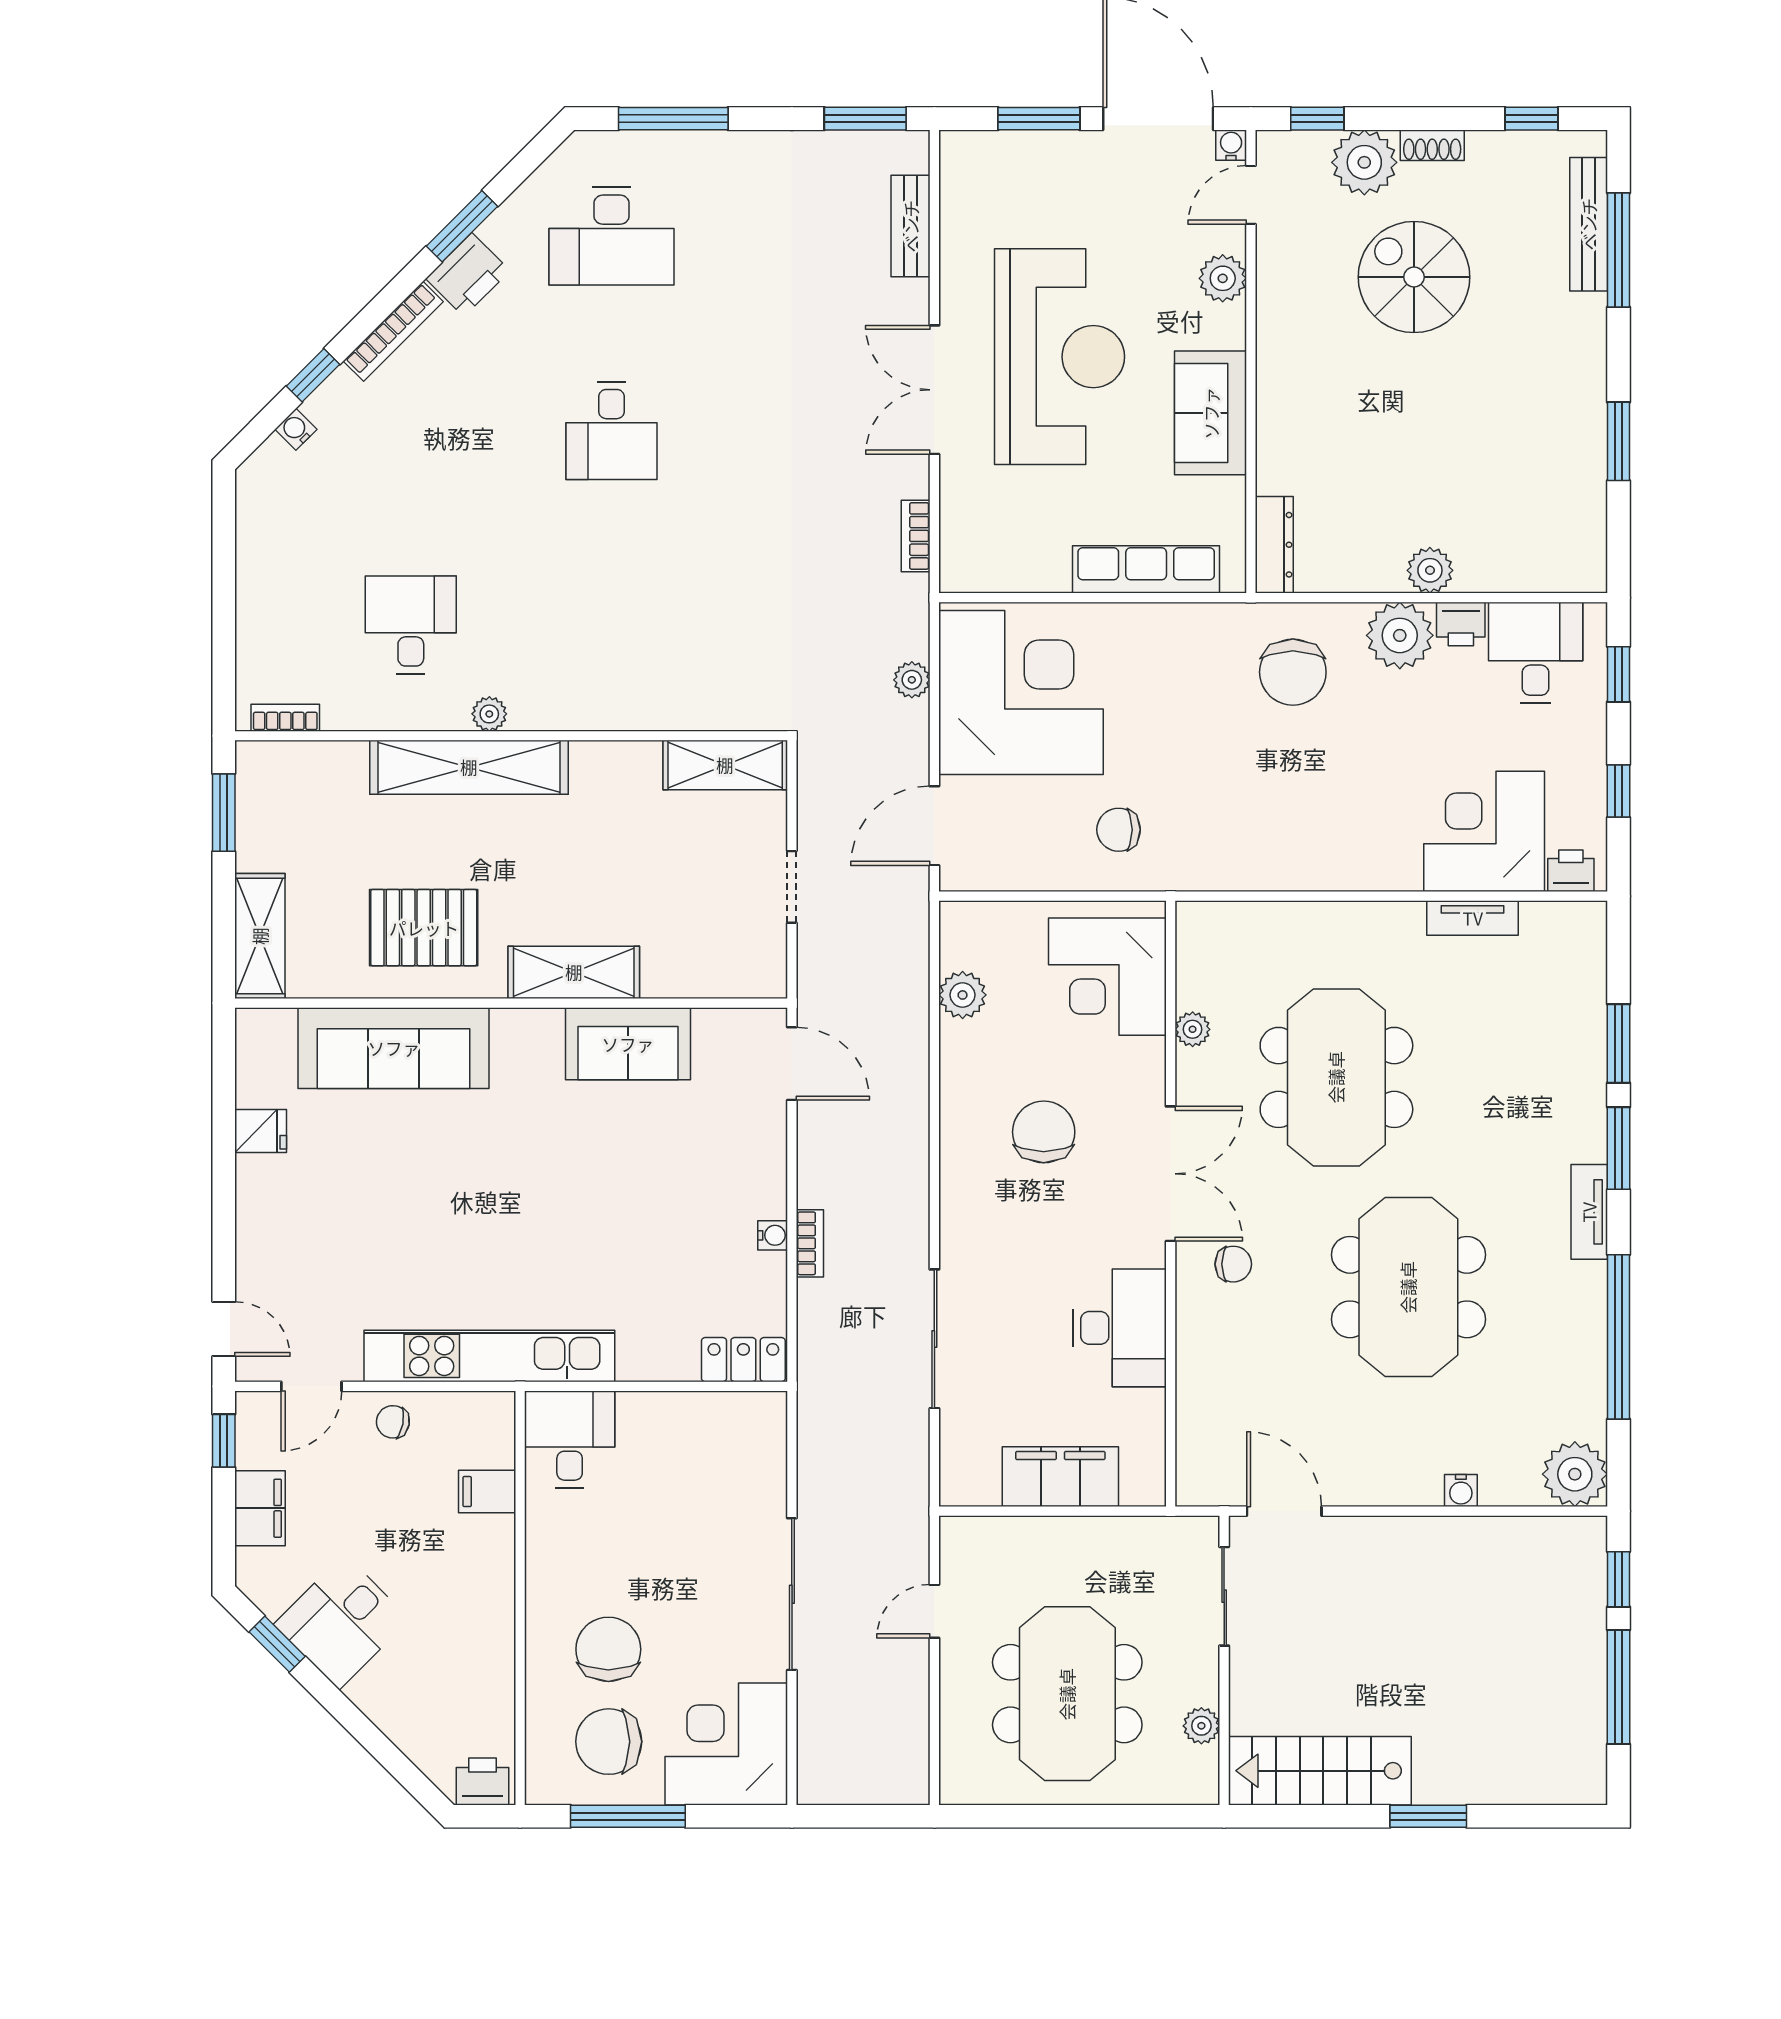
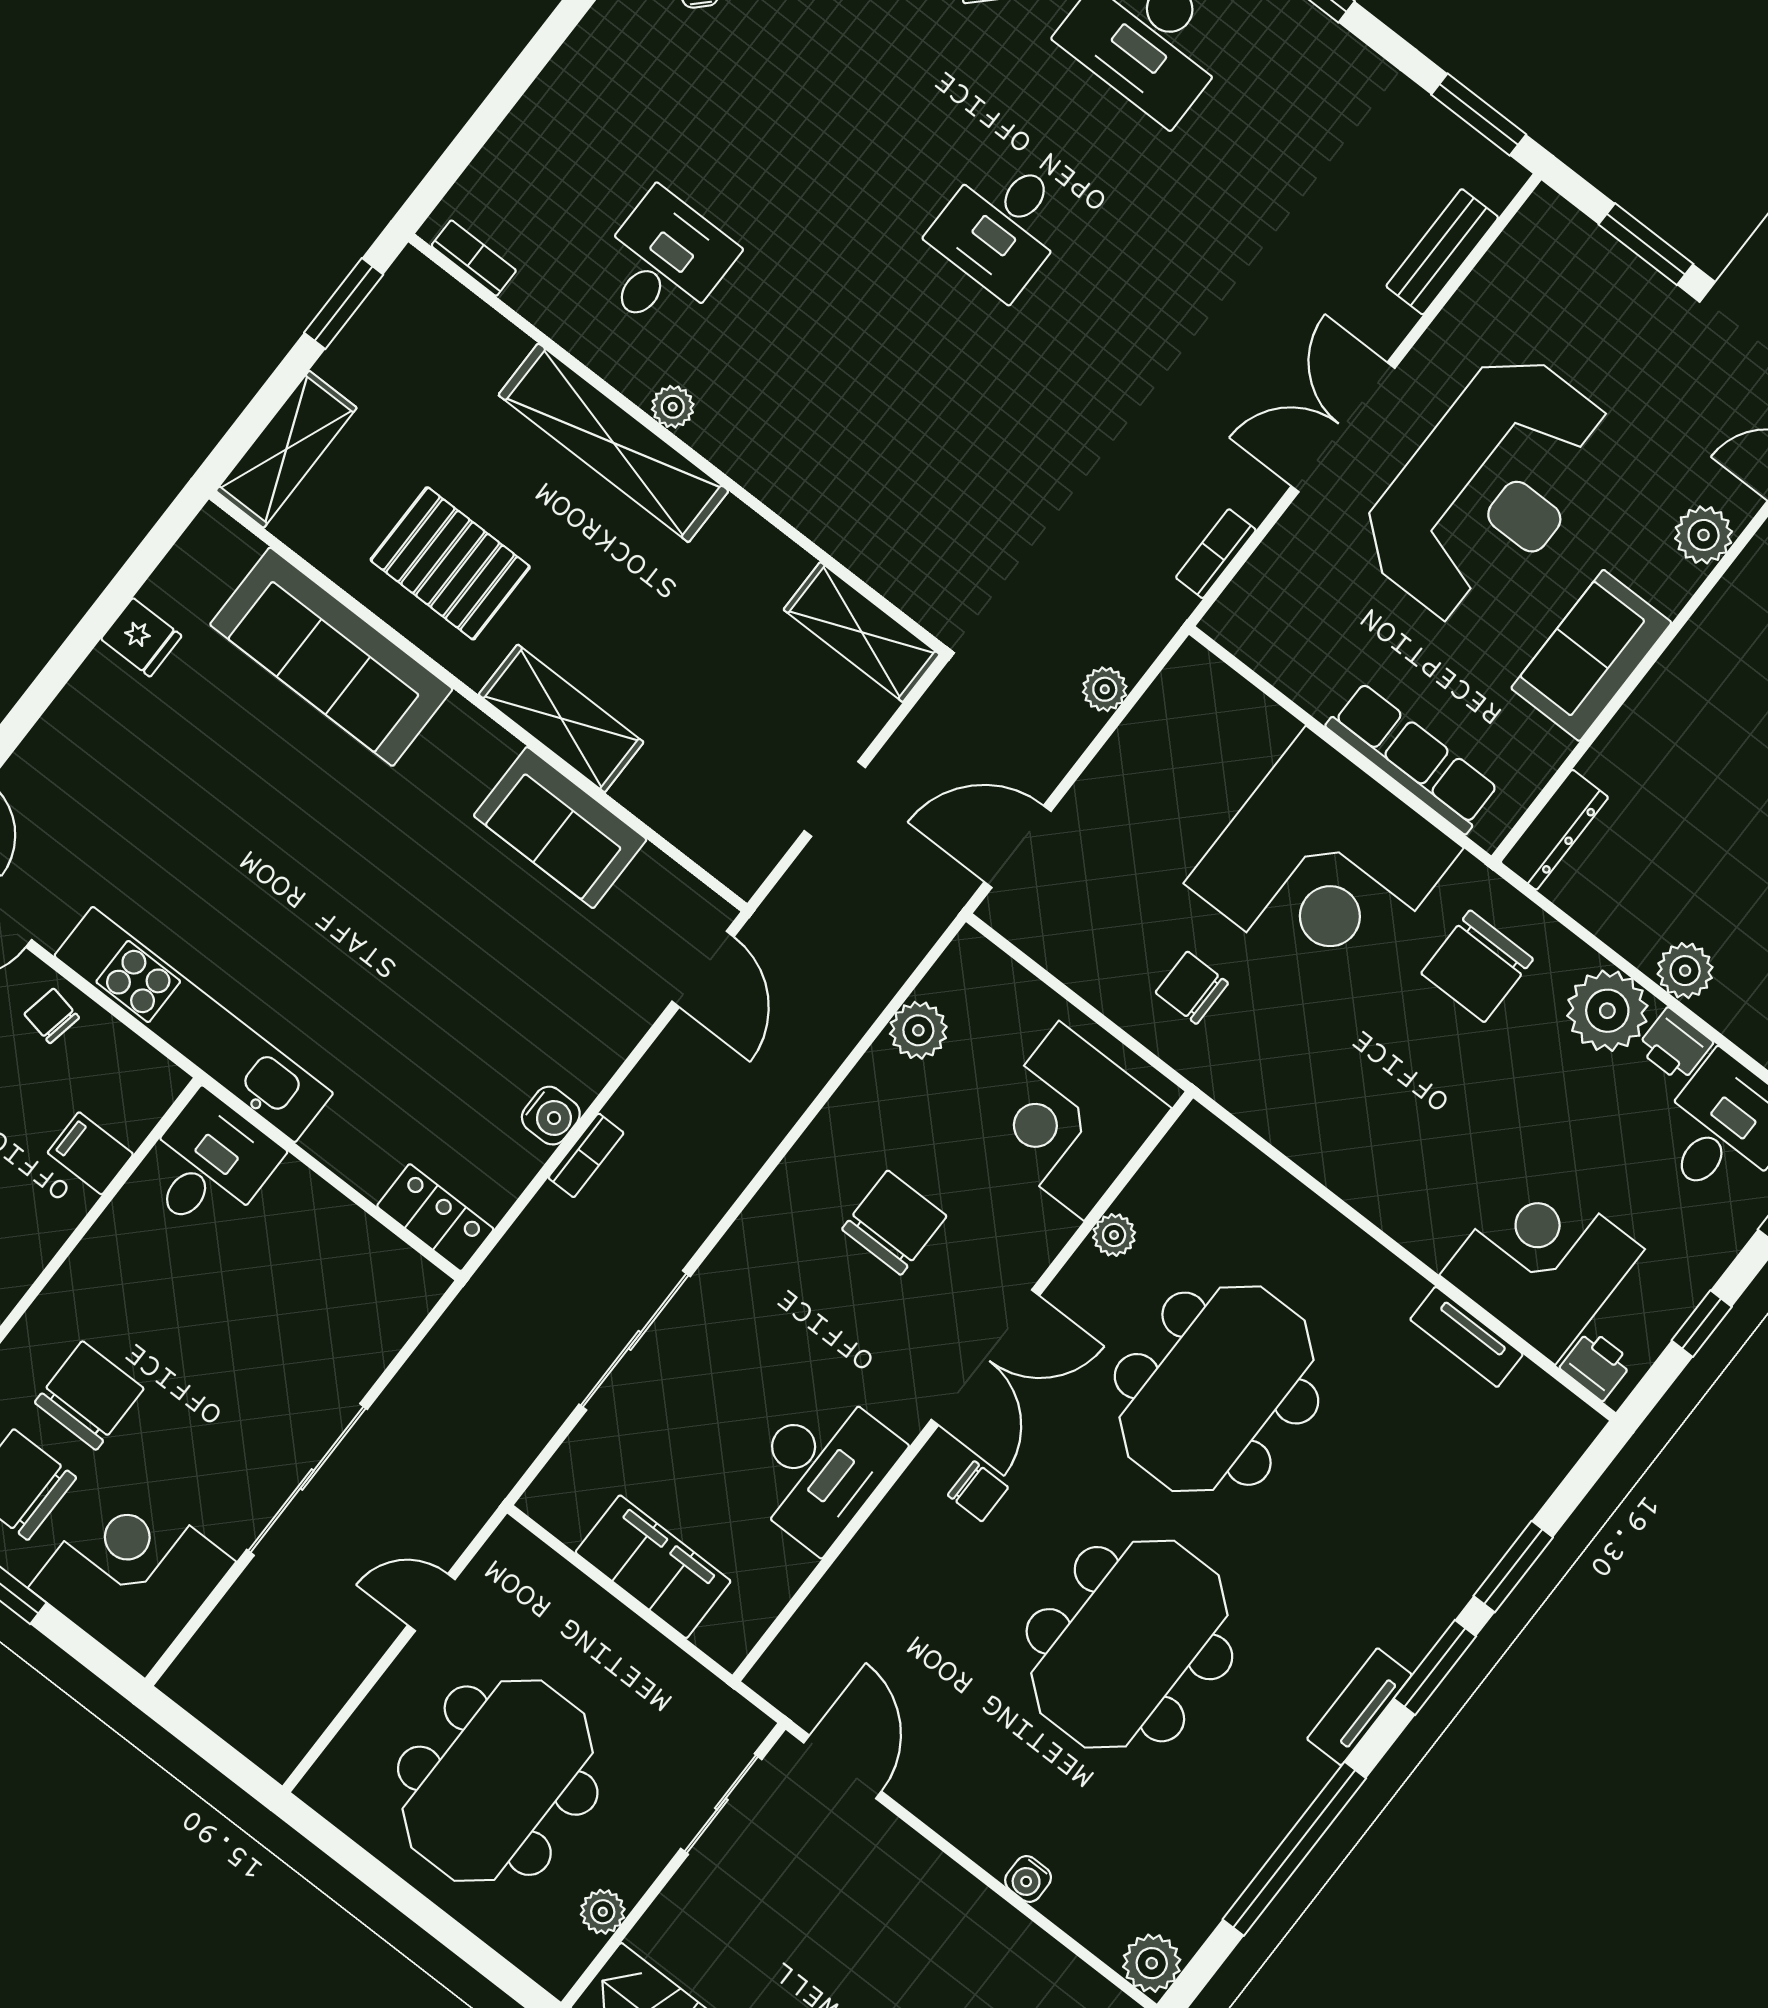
corner desk: (1021, 692) -> (1324, 866), moved, turned 90
water cooler: (773, 1235) -> (551, 1116), width x1.38, depth x1.38
plant: (1575, 1474) -> (1152, 1963), width x0.73, depth x0.73

